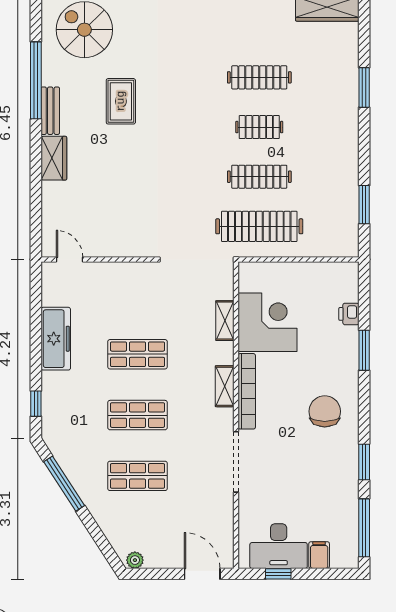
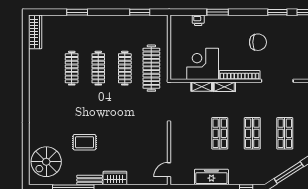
clothes rail: (259, 127) -> (98, 68), width x1.36
shelving: (225, 386) -> (224, 87), moved
chair: (325, 411) -> (258, 42), moved, turned 180

